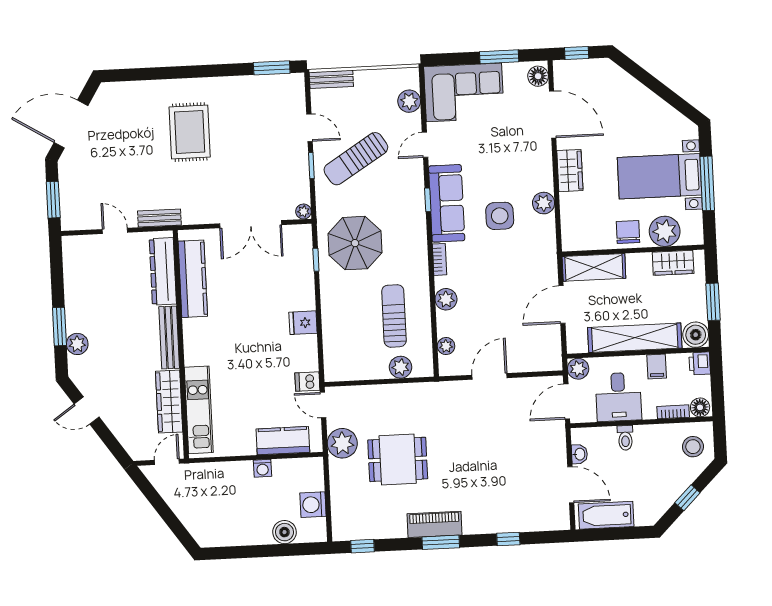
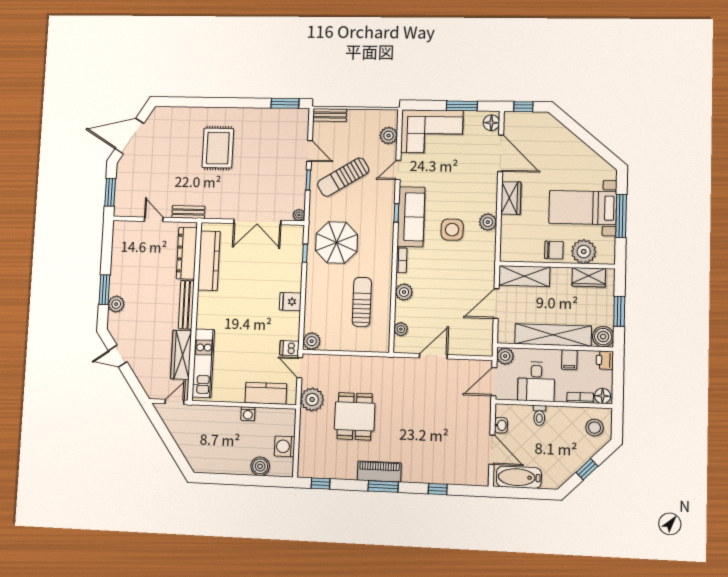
chair: (628, 232) -> (554, 250), turned 90
plant: (400, 367) -> (312, 341), moved
dining table: (398, 459) -> (355, 416), turned 90

